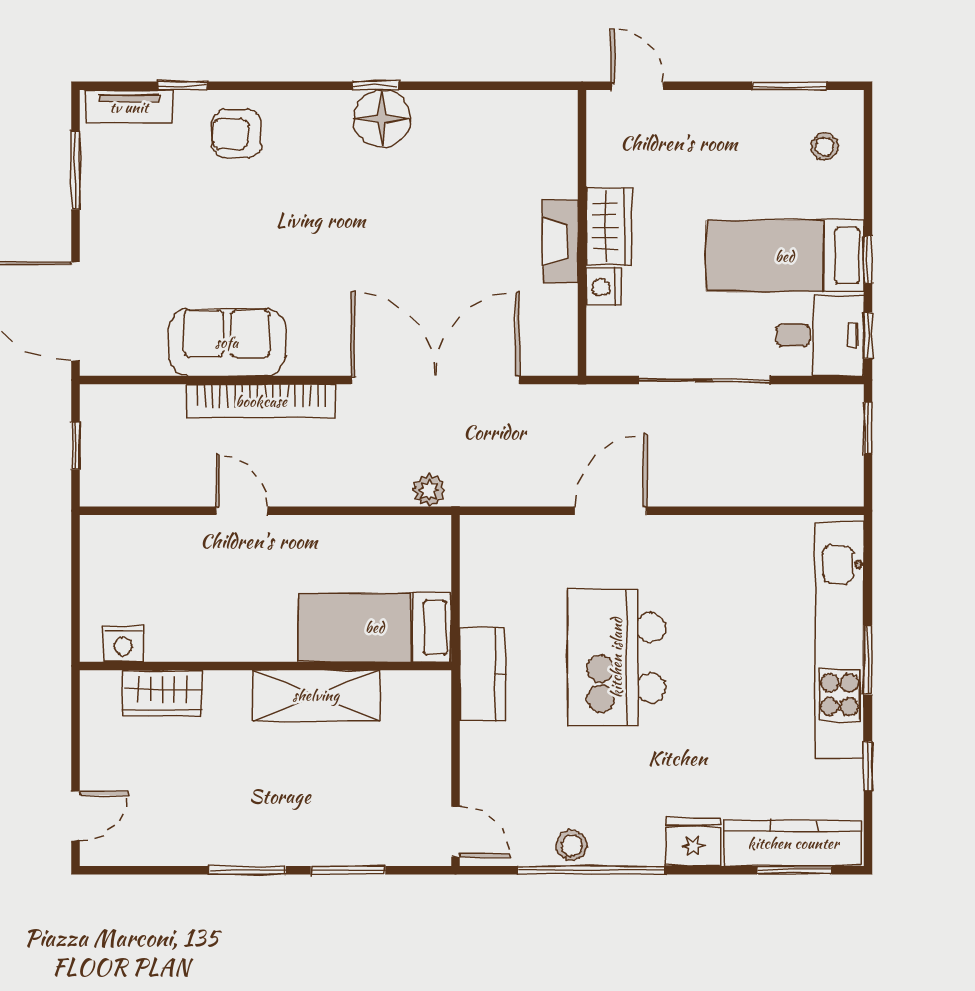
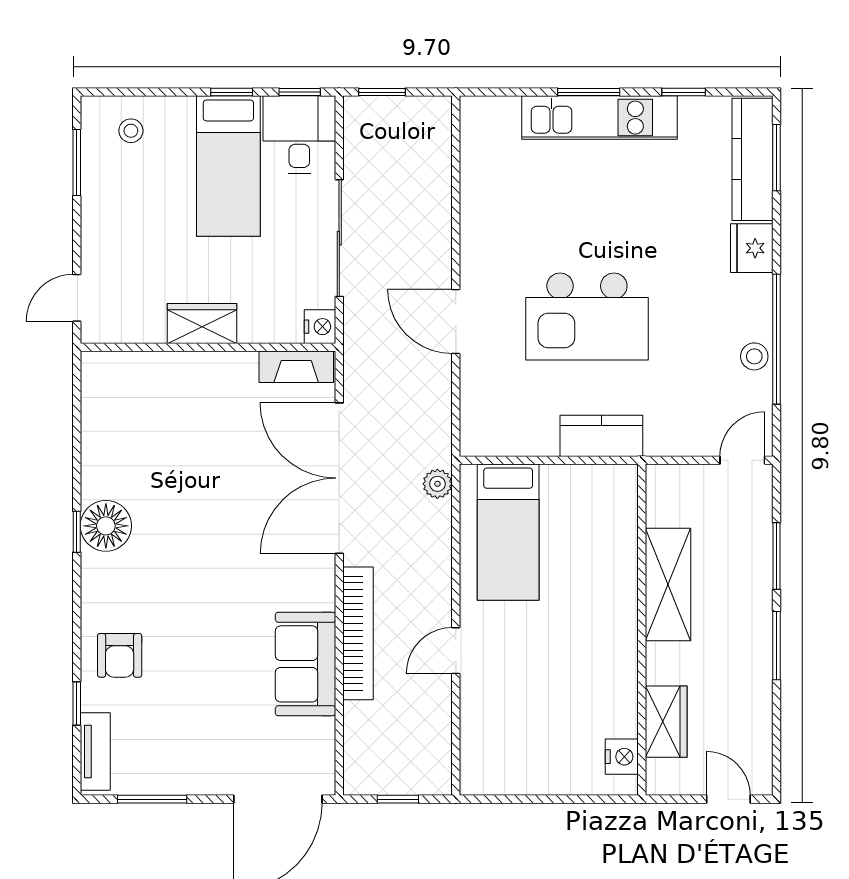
fireplace: (560, 241) -> (296, 367), moved
nightstand: (604, 287) -> (320, 327), moved, turned -90
bed: (375, 627) -> (508, 532), moved
kitchen unit: (839, 640) -> (600, 118), width x0.73
nightstand: (123, 644) -> (622, 757), moved
wall: (265, 666) -> (642, 630), moved
wardrobe: (162, 693) -> (666, 722), moved
shelving: (316, 695) -> (668, 584), moved

